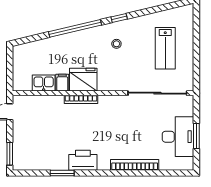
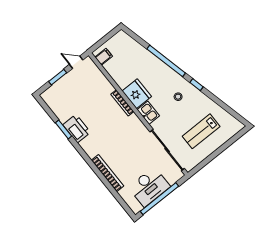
kitchen sink: (44, 83) -> (148, 113), moved
filing cabinet: (62, 83) -> (104, 57), moved
window: (196, 136) -> (159, 199), width x2.11
window: (10, 154) -> (58, 77), moved
printer: (83, 160) -> (77, 129), moved

